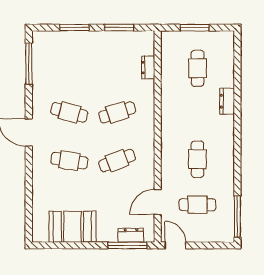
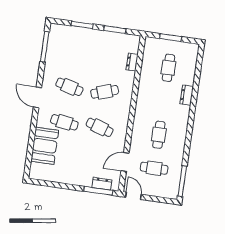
cafe table: (117, 161) -> (100, 127), turned 39
booth: (72, 227) -> (45, 146), moved, turned 90

